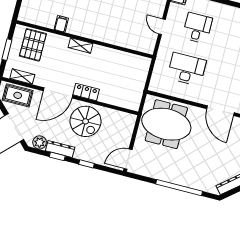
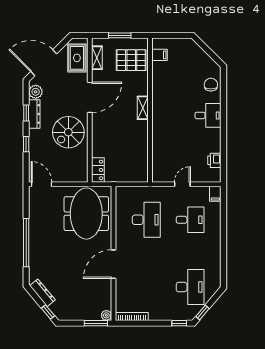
filing cabinet: (61, 24) -> (159, 55), moved
locker: (86, 92) -> (98, 170), moved
door: (58, 93) -> (90, 97), swing flipped

